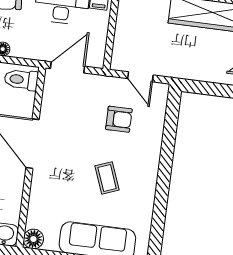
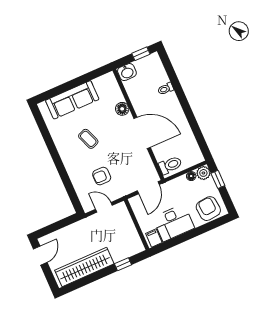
floor lamp: (33, 239) -> (122, 109), moved

